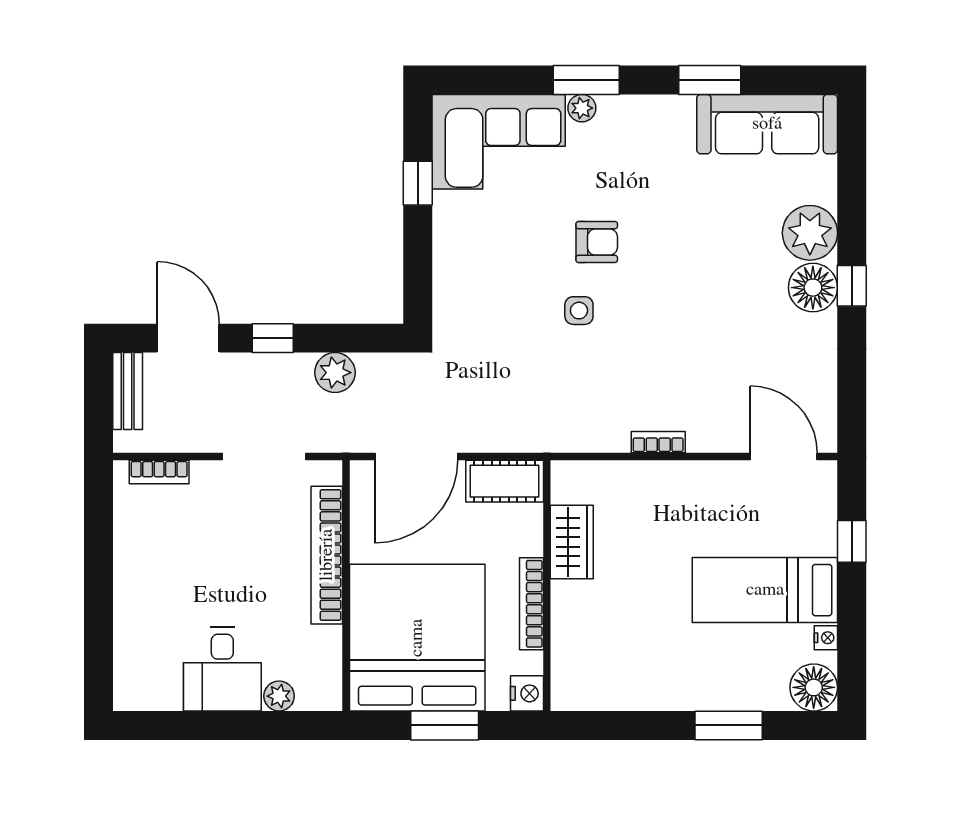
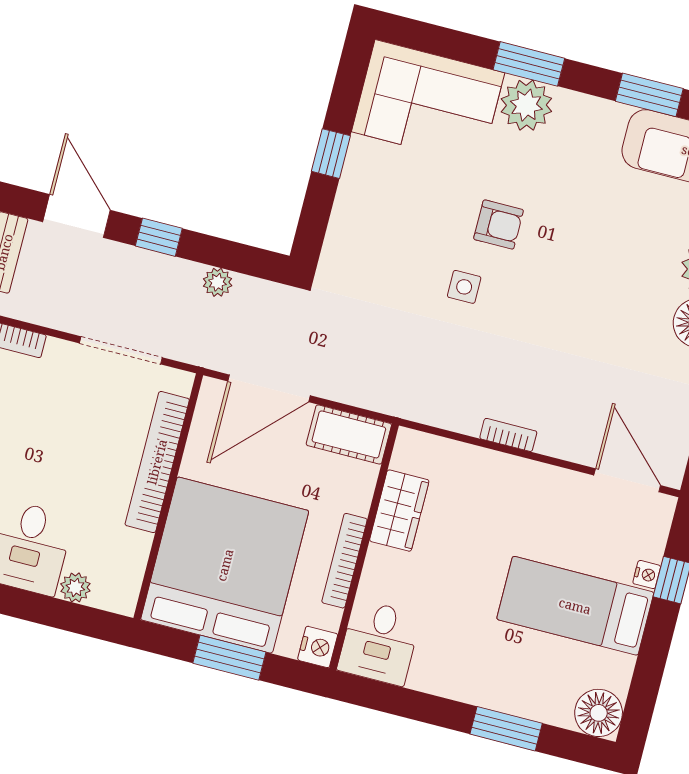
plant: (582, 108) -> (526, 105), width x1.87, depth x1.87
window: (418, 183) -> (331, 154), moved
plant: (335, 373) -> (218, 282), width x0.73, depth x0.73
nightstand: (826, 638) -> (647, 575), moved
desk: (585, 674) -> (379, 642), added

